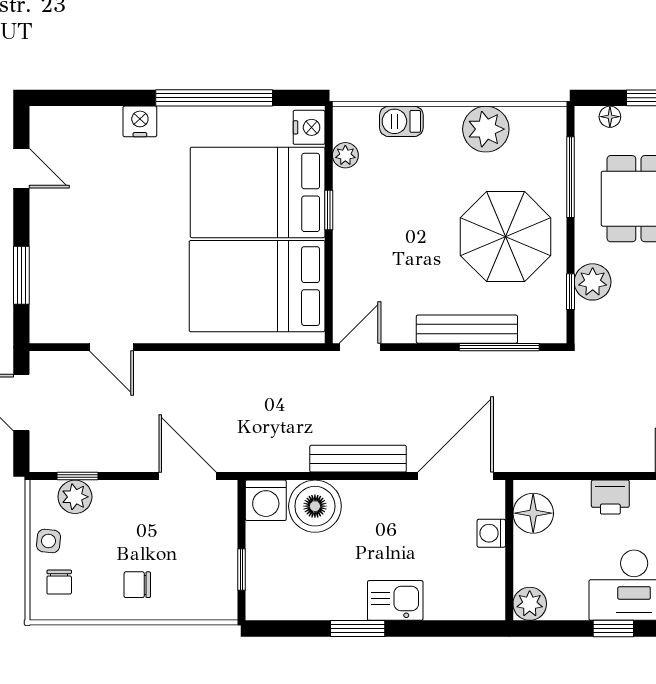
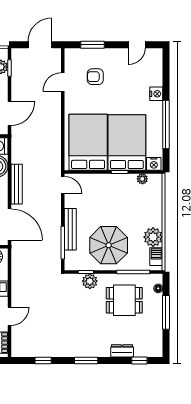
barbecue: (401, 121) -> (156, 257), moved
armchair: (98, 269) -> (95, 77), added

